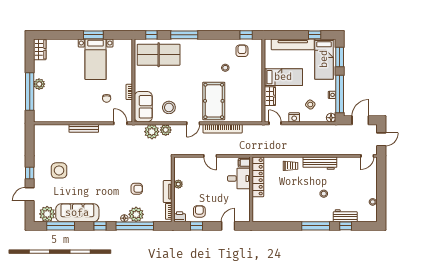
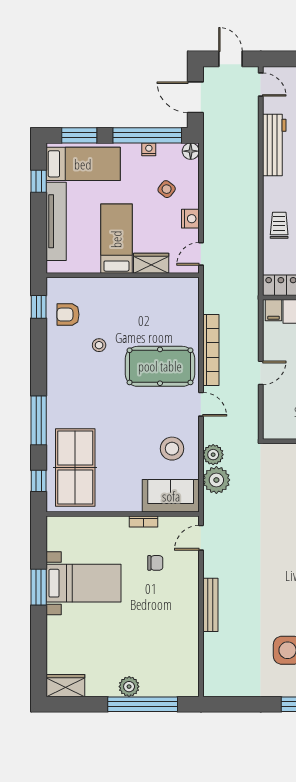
workbench: (320, 163) -> (274, 145), moved

